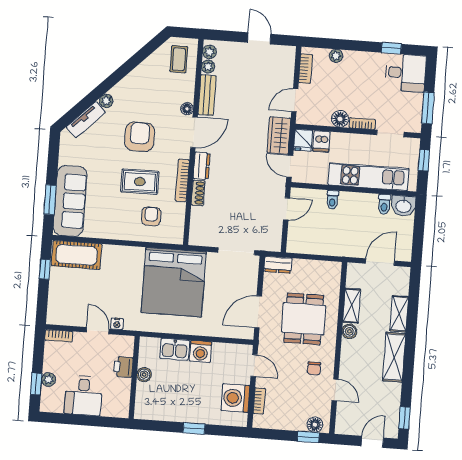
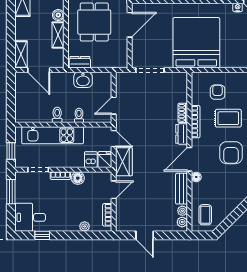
toilet: (384, 204) -> (57, 115), moved
washbasin: (403, 206) -> (83, 80), moved, turned 180
armchair: (151, 216) -> (218, 92), turned 180
door: (380, 262) -> (39, 70), hinge flipped
dresser: (278, 265) -> (80, 62), moved
shelving: (399, 314) -> (21, 54), moved

